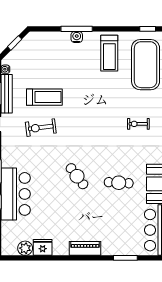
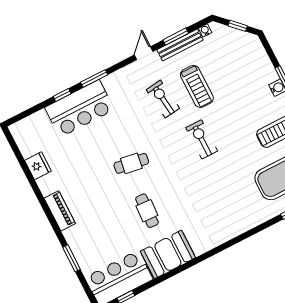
exercise bike: (138, 124) -> (202, 139), moved, width x1.38, depth x1.39
cafe table: (77, 176) -> (131, 163), turned 46
plant: (25, 248) -> (28, 148), removed

